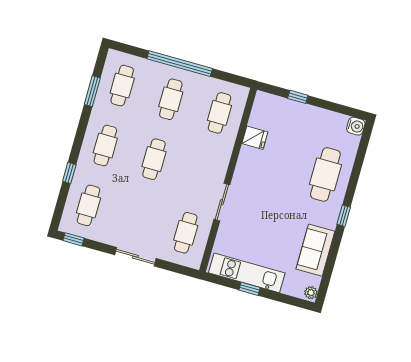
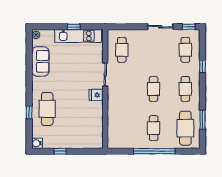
cafe table: (122, 86) -> (185, 128), width x1.37, depth x1.35
window: (298, 97) -> (60, 151), moved
cafe table: (219, 113) -> (122, 128), removed
fridge: (255, 138) -> (96, 95), moved
window: (344, 216) -> (29, 112), moved
sliding door: (135, 257) -> (160, 27), moved

